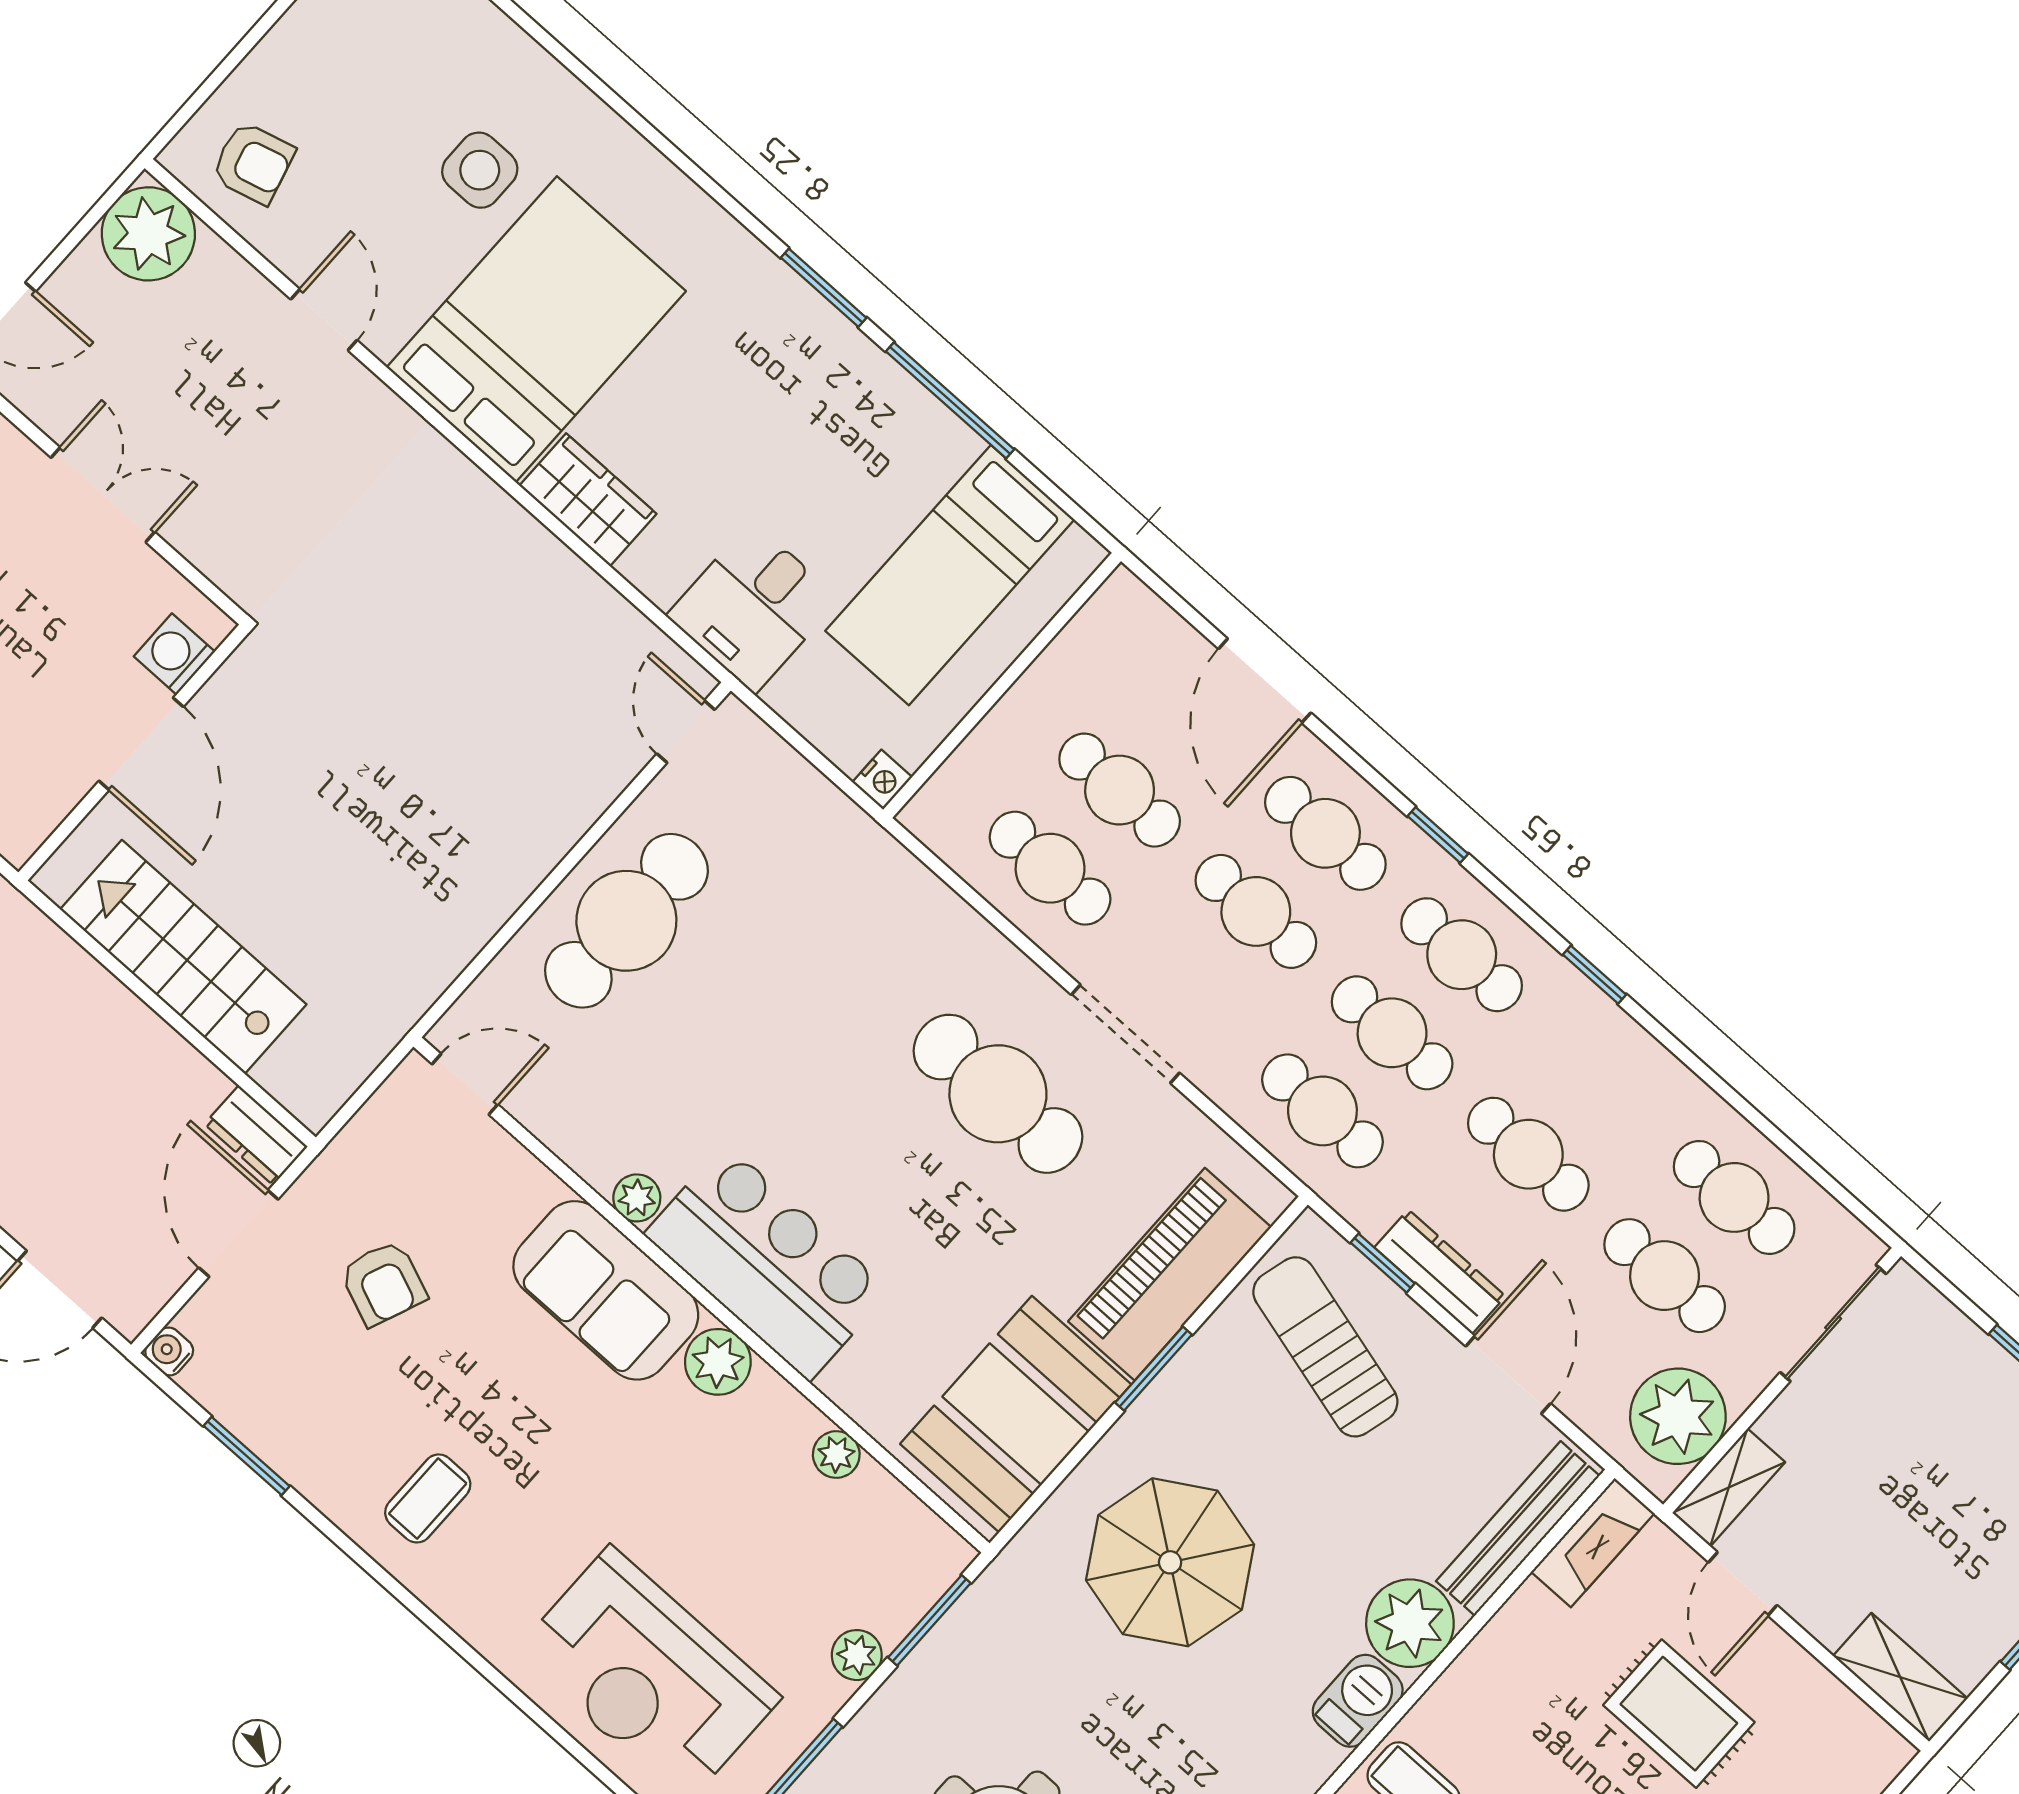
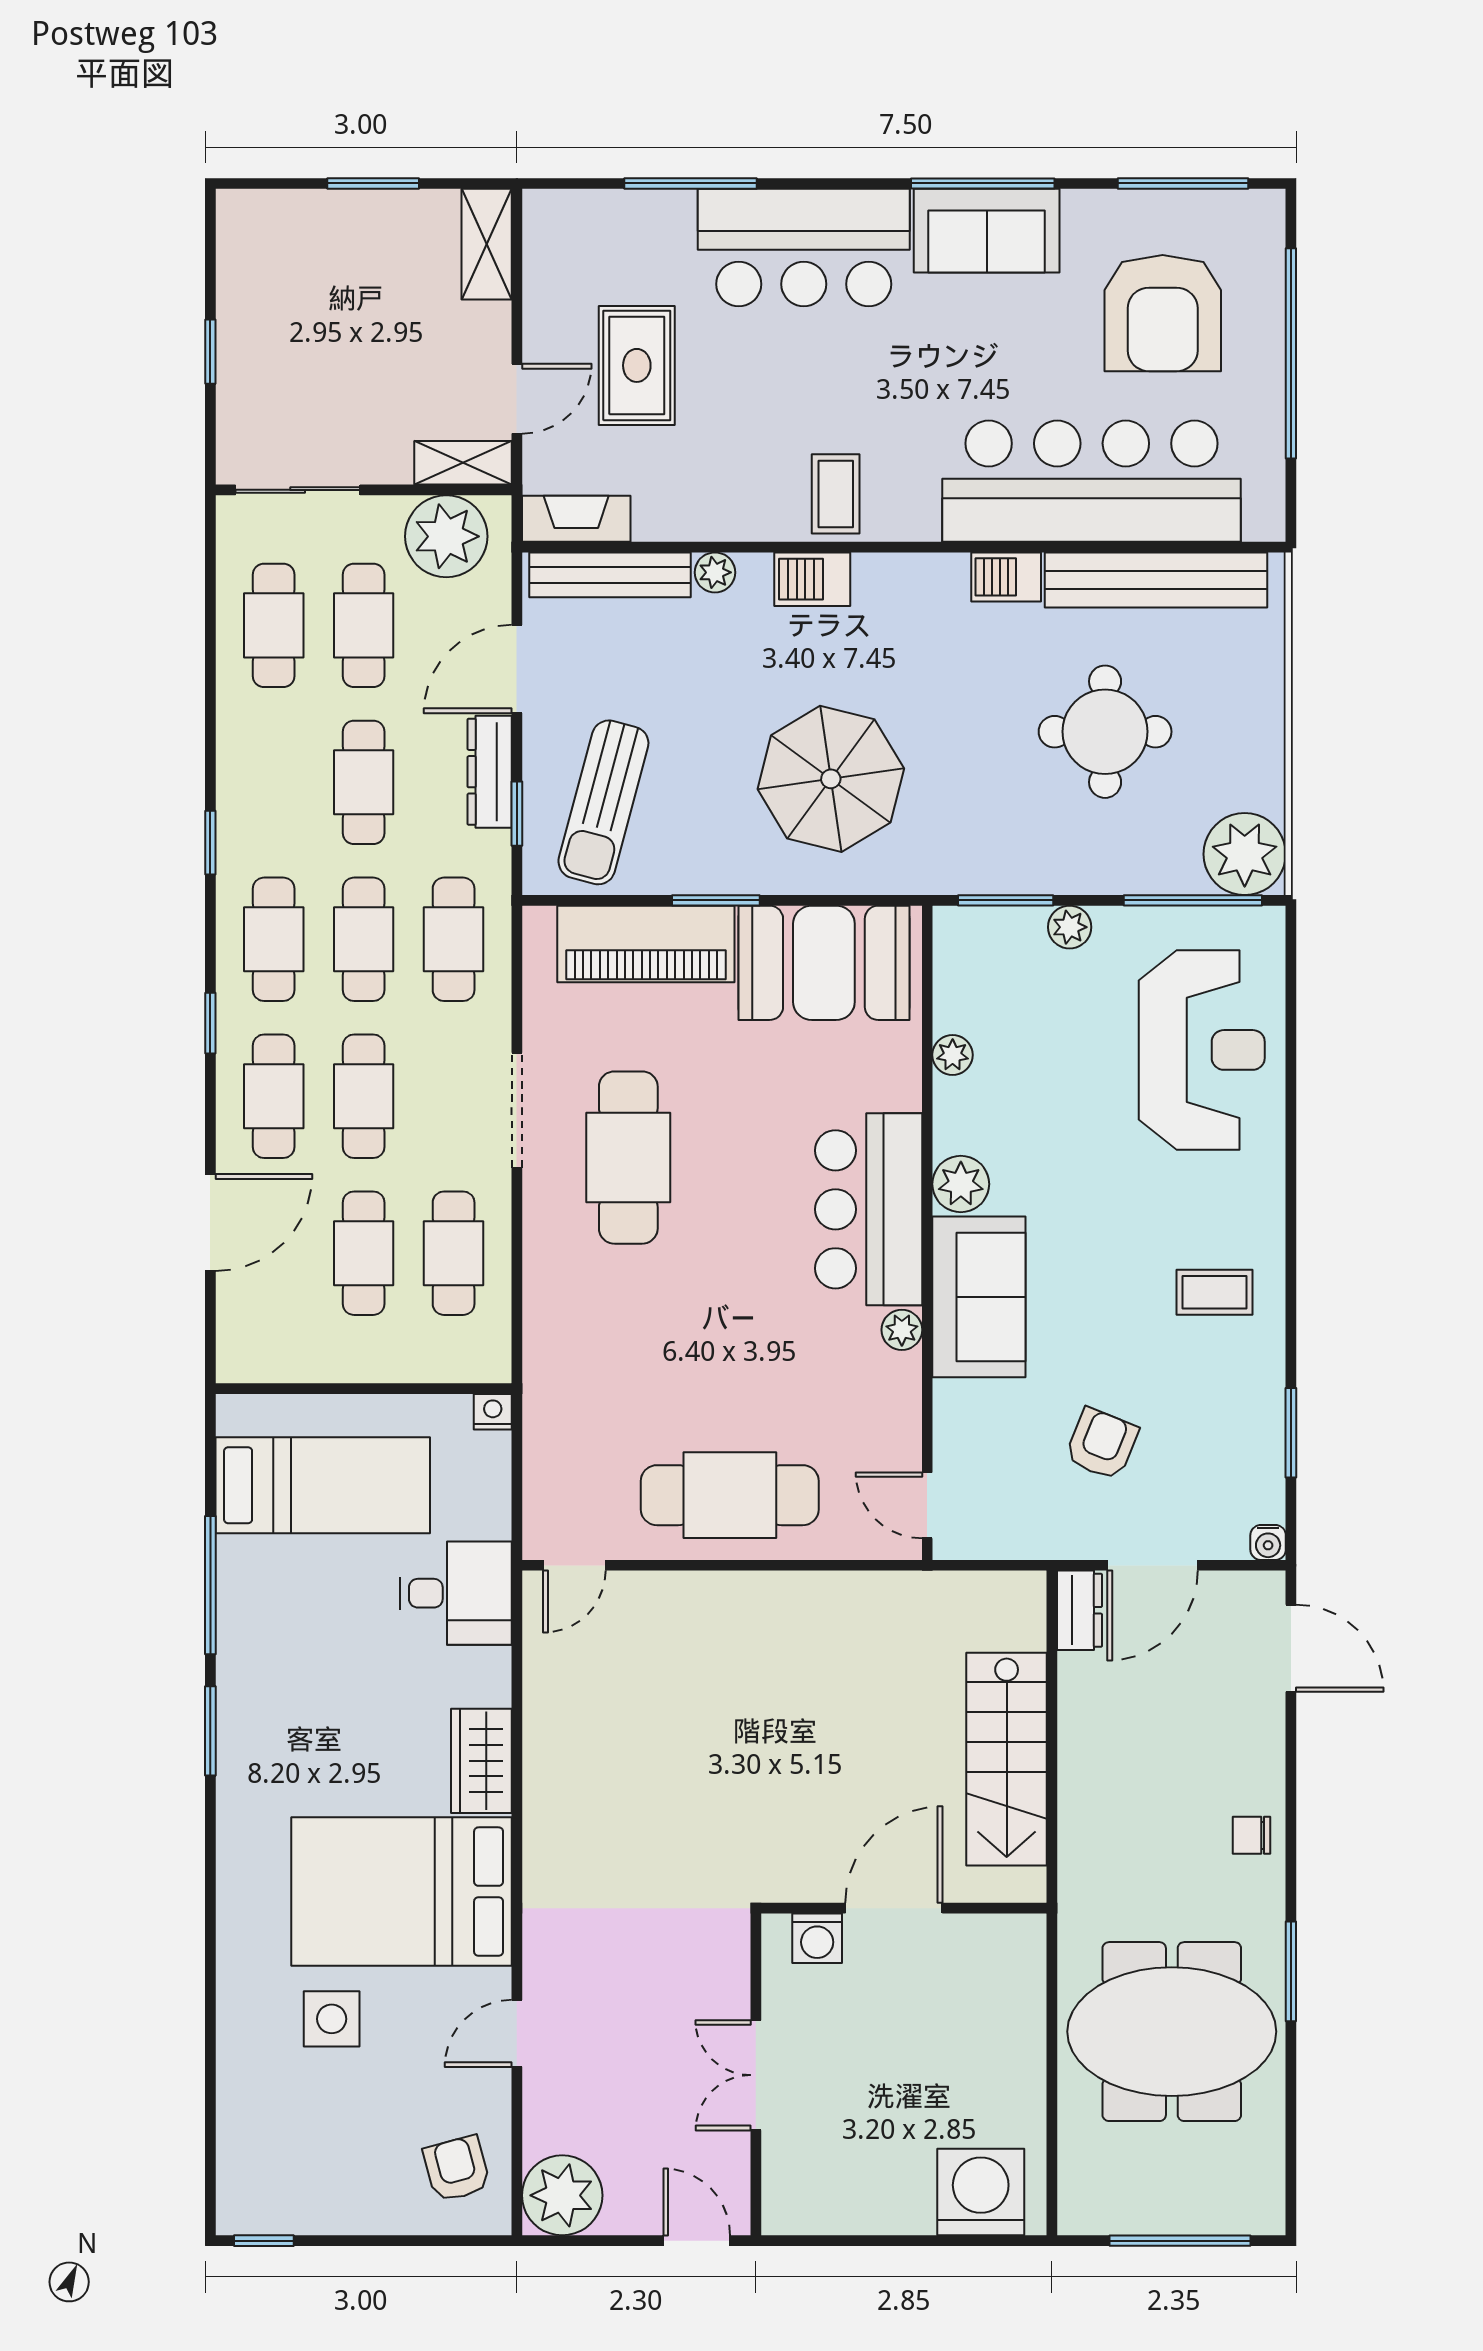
plant: (1410, 1623) -> (715, 572), width x0.53, depth x0.53

